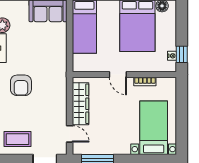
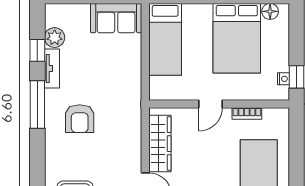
door: (118, 75) -> (210, 104), hinge flipped

